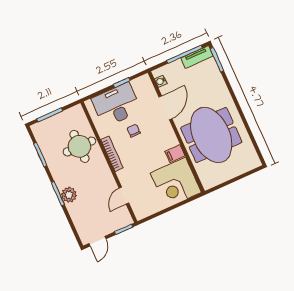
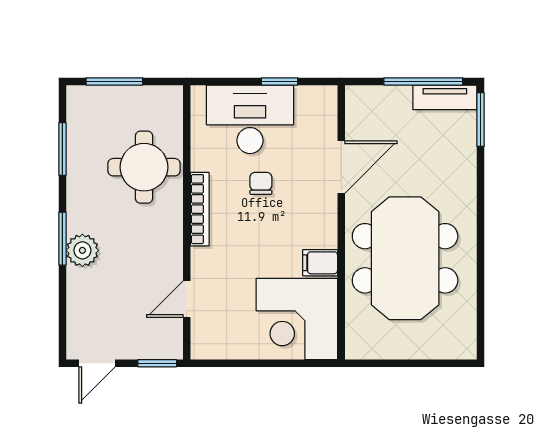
water cooler: (161, 81) -> (355, 112), removed

